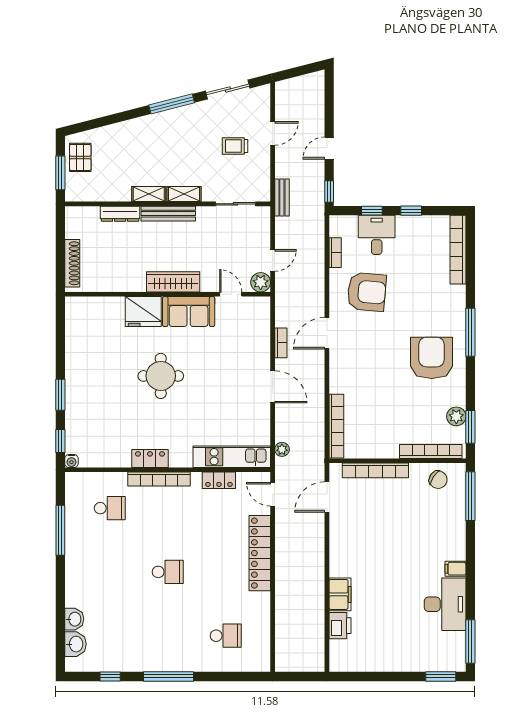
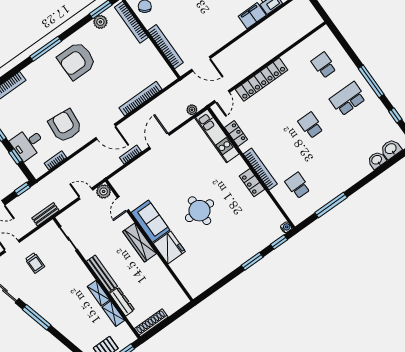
shelving: (184, 194) -> (113, 314), moved
shoe rack: (72, 263) -> (151, 323), moved
bookcase: (336, 426) -> (141, 99), moved
school desk: (168, 636) -> (348, 99), added

